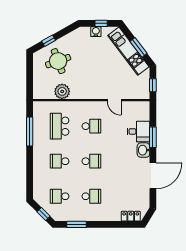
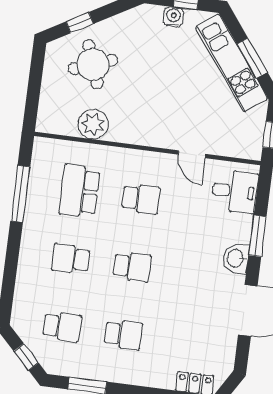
desk: (138, 131) -> (235, 191), moved
school desk: (60, 196) -> (62, 327), turned 180

